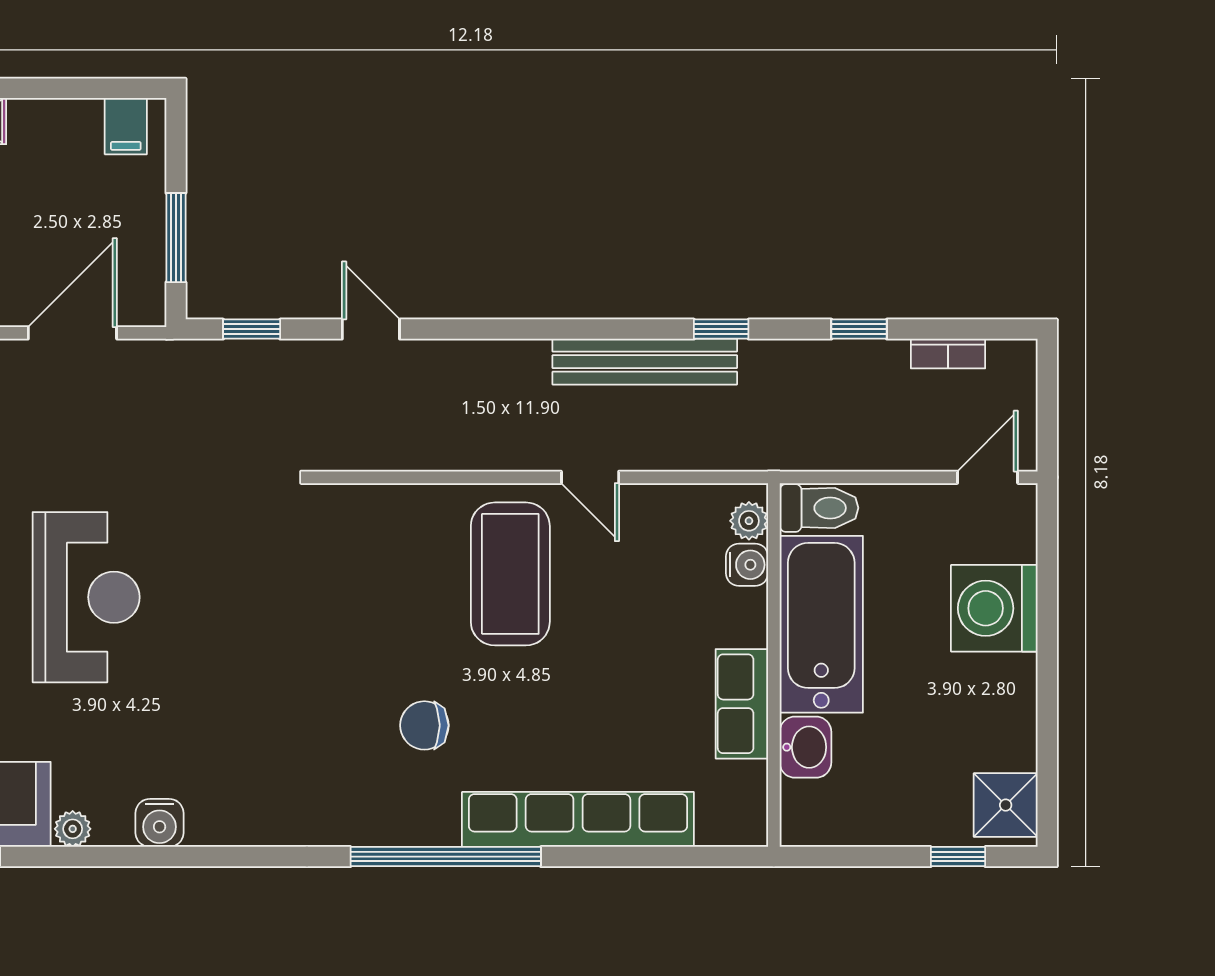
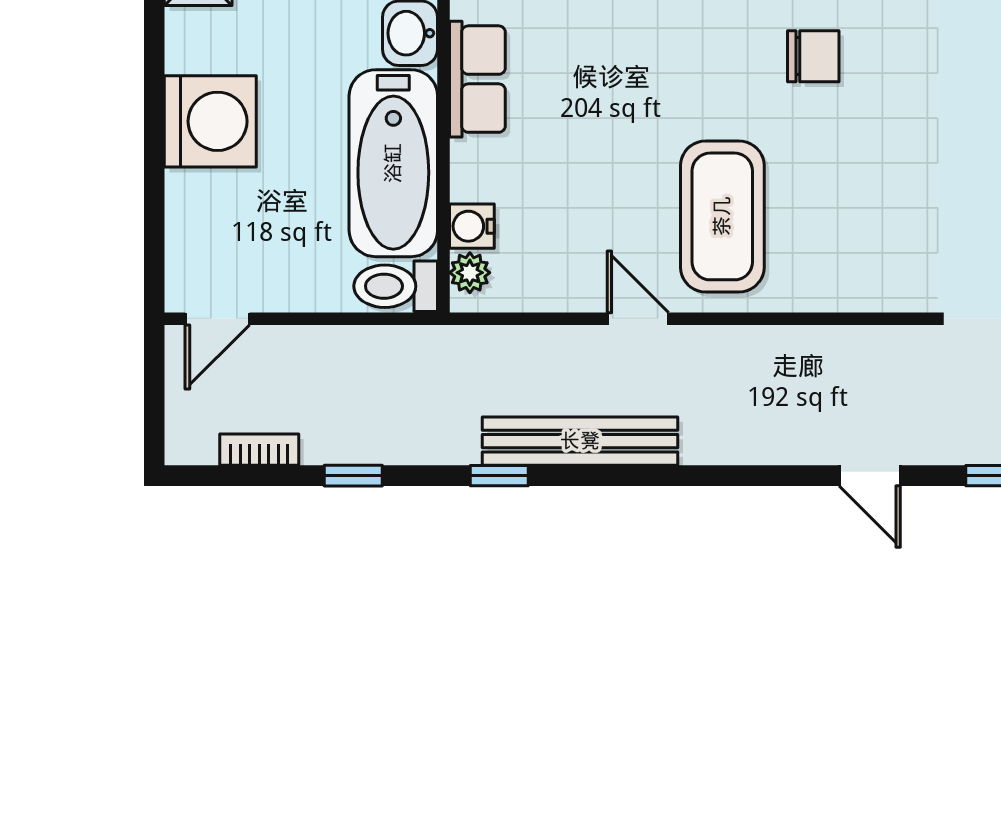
washing machine: (994, 608) -> (210, 121), moved

